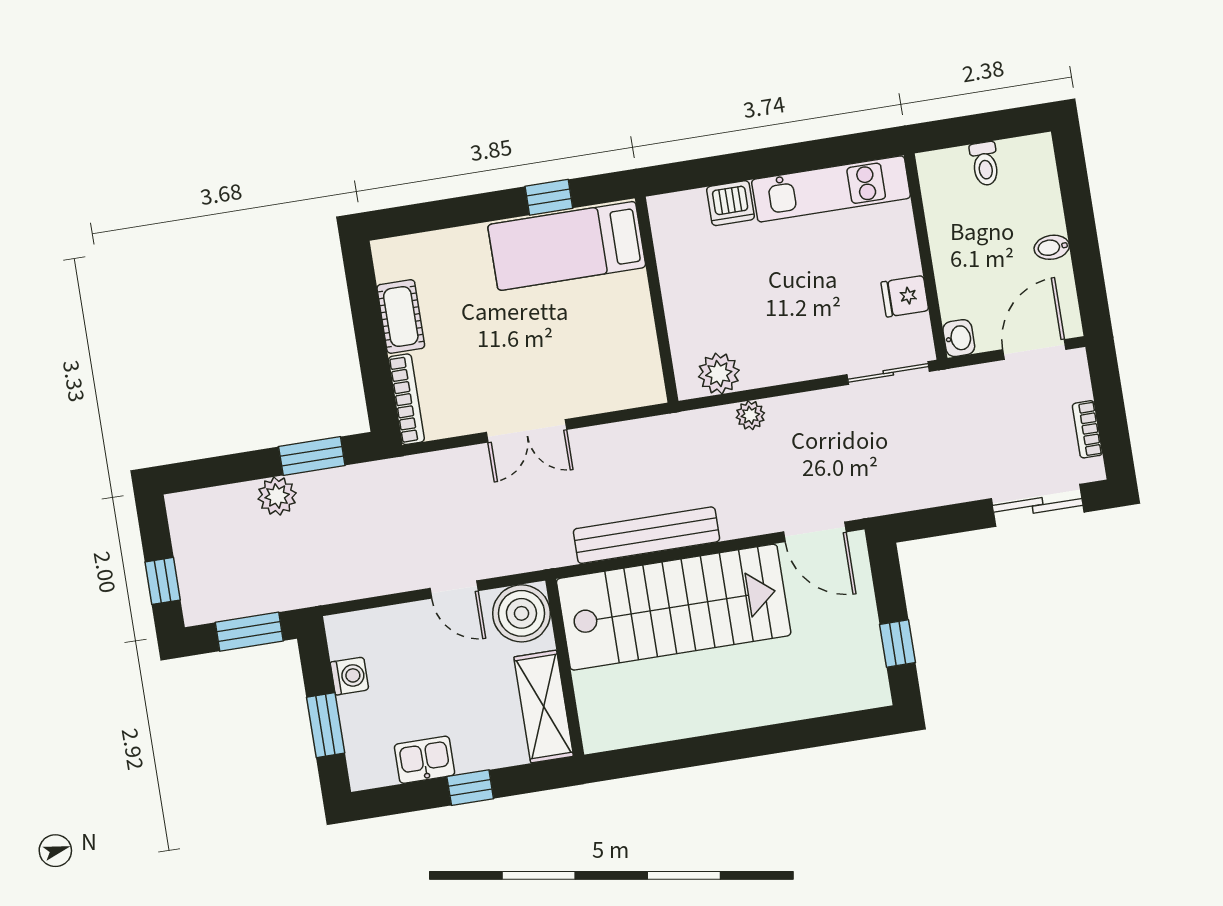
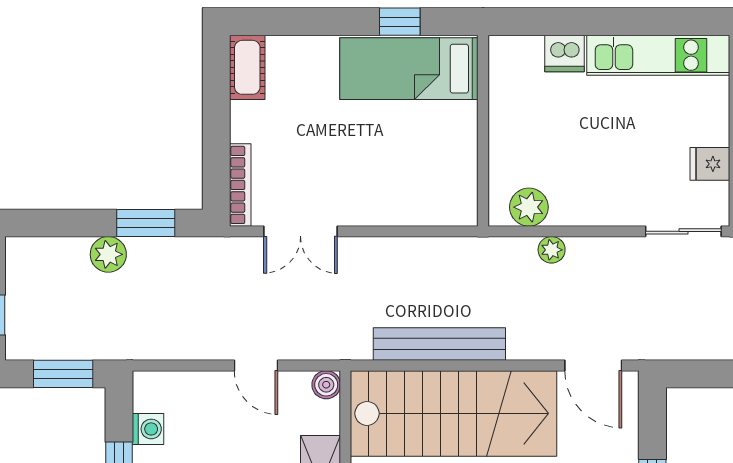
cot: (401, 316) -> (247, 67), moved
double door: (527, 431) -> (300, 231), moved
boiler: (521, 613) -> (326, 385), width x0.54, depth x0.54

